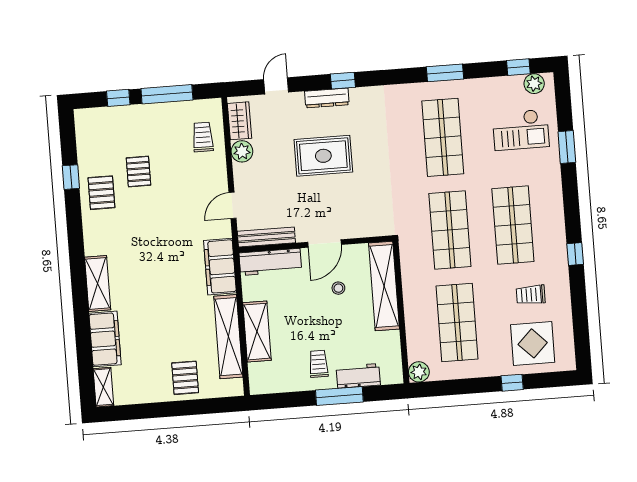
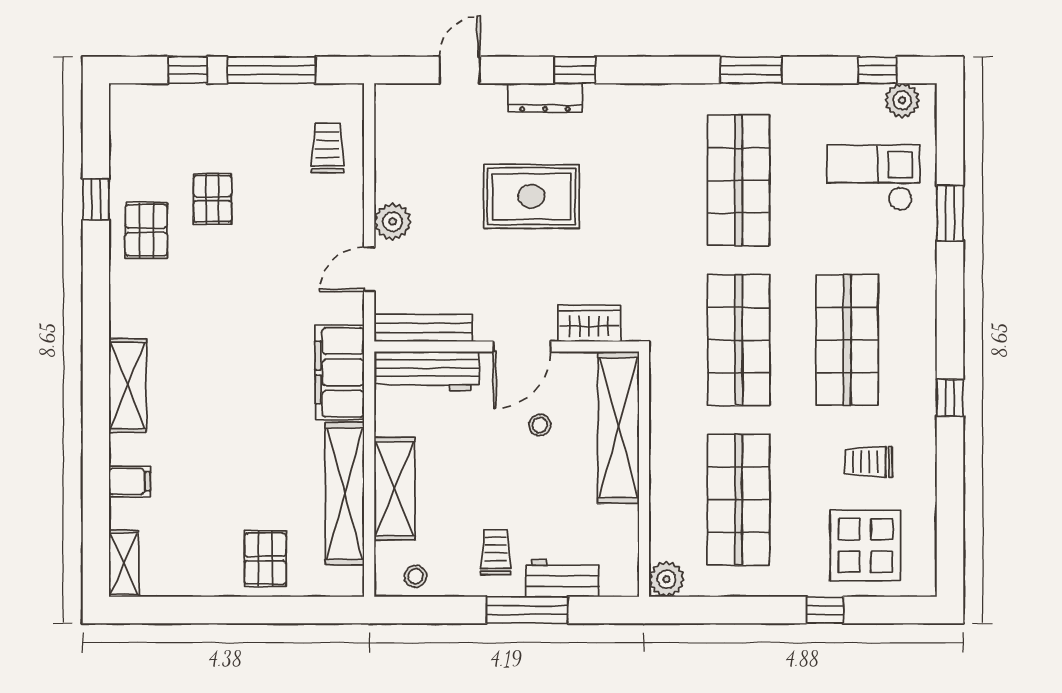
wardrobe: (239, 121) -> (589, 323), moved, turned -90
checkout: (521, 130) -> (873, 178), turned 180
plant: (242, 151) -> (392, 222), moved
filing cabinet: (105, 339) -> (130, 481), width x0.33, depth x0.86
stool: (273, 381) -> (415, 576), added

